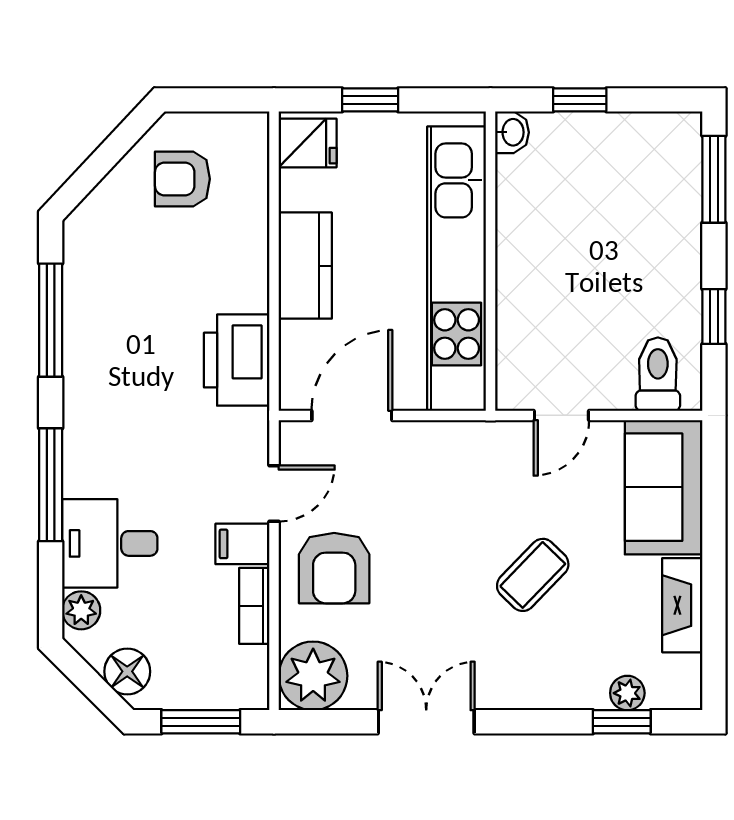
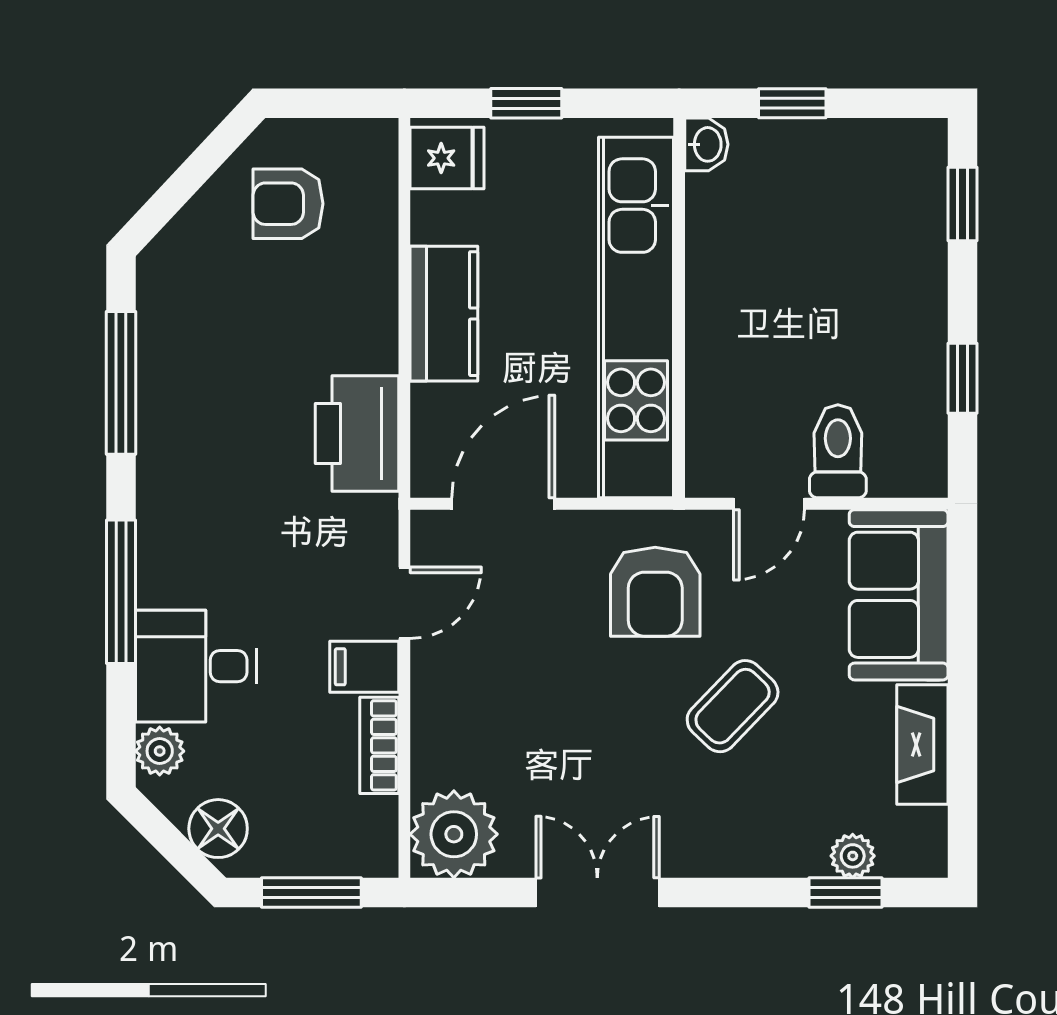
window: (714, 179) -> (963, 204), width x0.67
toilet: (658, 374) -> (838, 451), moved
armchair: (334, 568) -> (655, 592), moved

